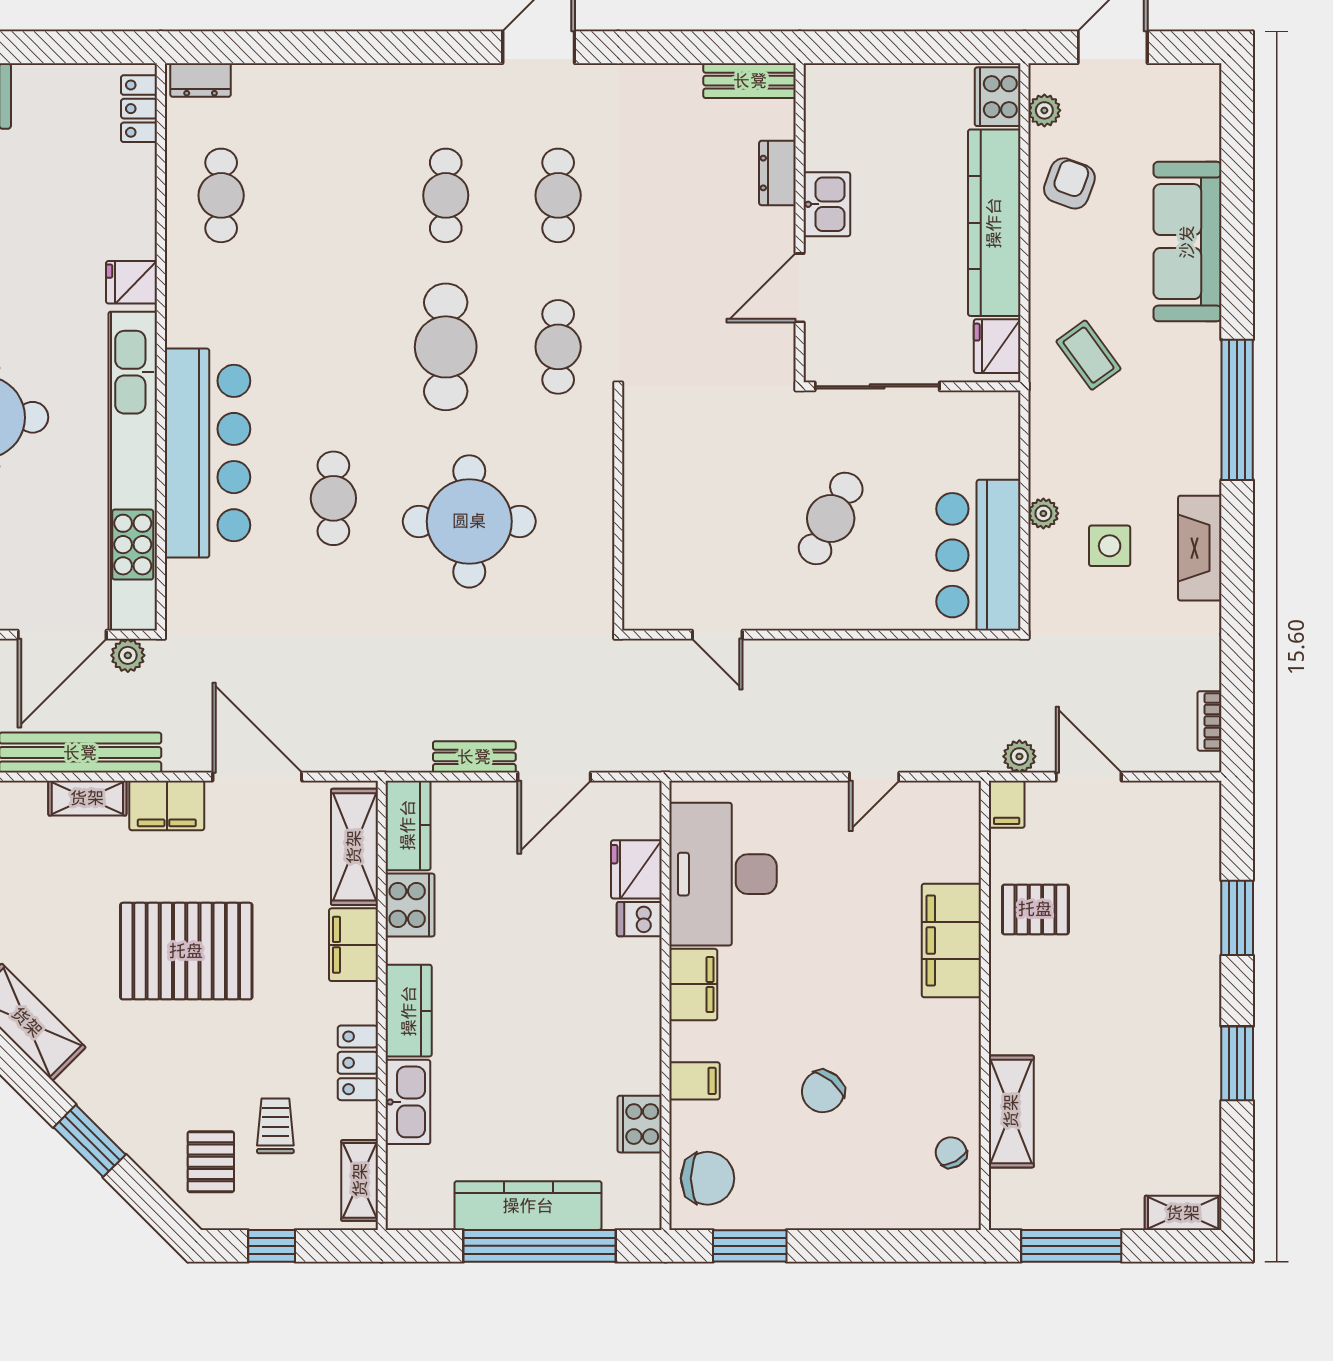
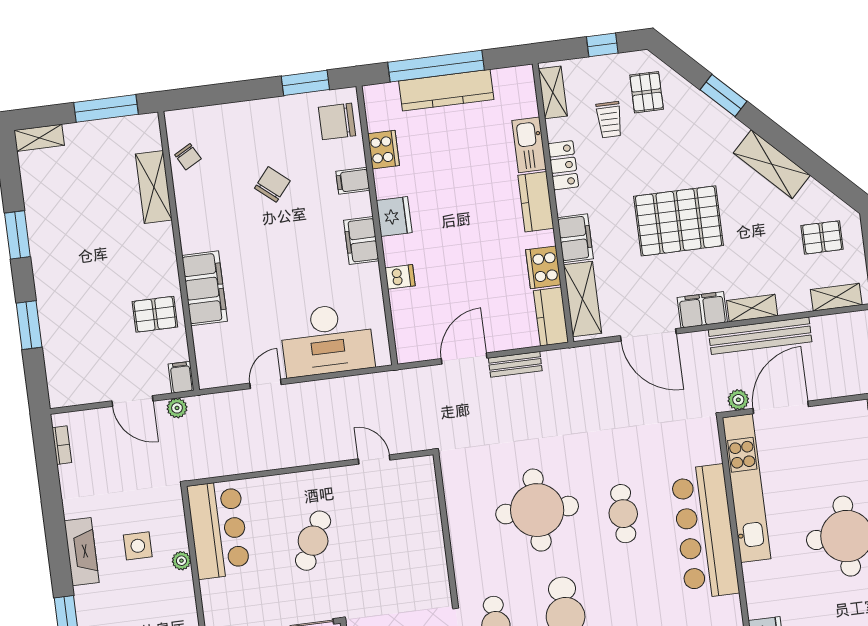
kitchen unit: (133, 471) -> (747, 488), width x0.73
fridge: (636, 869) -> (394, 217), moved
desk: (723, 874) -> (327, 340), moved, turned 90

